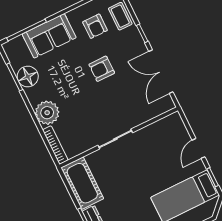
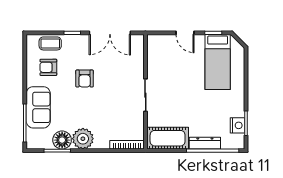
armchair: (95, 26) -> (48, 67), turned 180
plant: (47, 113) -> (83, 139), moved

